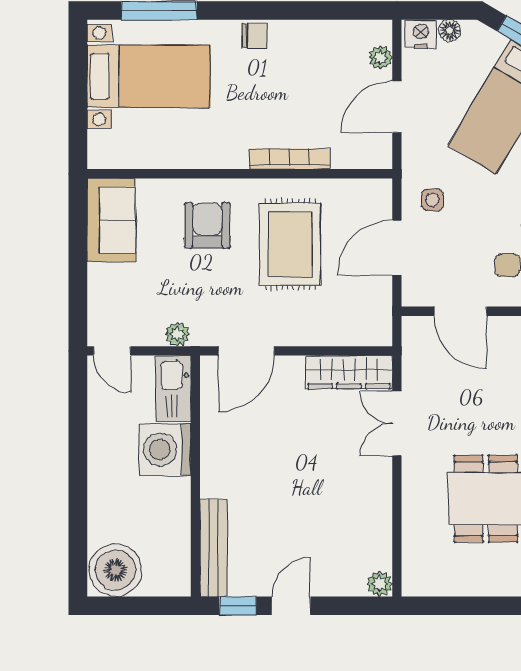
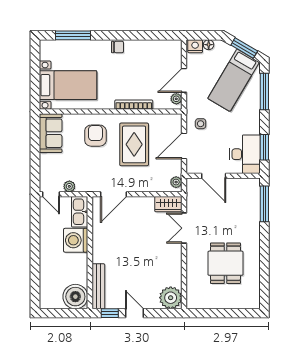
plant: (380, 57) -> (176, 99), moved
bed with nightstands: (149, 76) -> (68, 85), moved
plant: (380, 325) -> (176, 182), added
plant: (177, 334) -> (69, 186), moved
wardrobe: (349, 372) -> (168, 204), width x0.67
boiler: (116, 570) -> (75, 297), moved
plant: (379, 584) -> (171, 298), width x1.87, depth x1.87
door: (291, 606) -> (135, 313), hinge flipped

